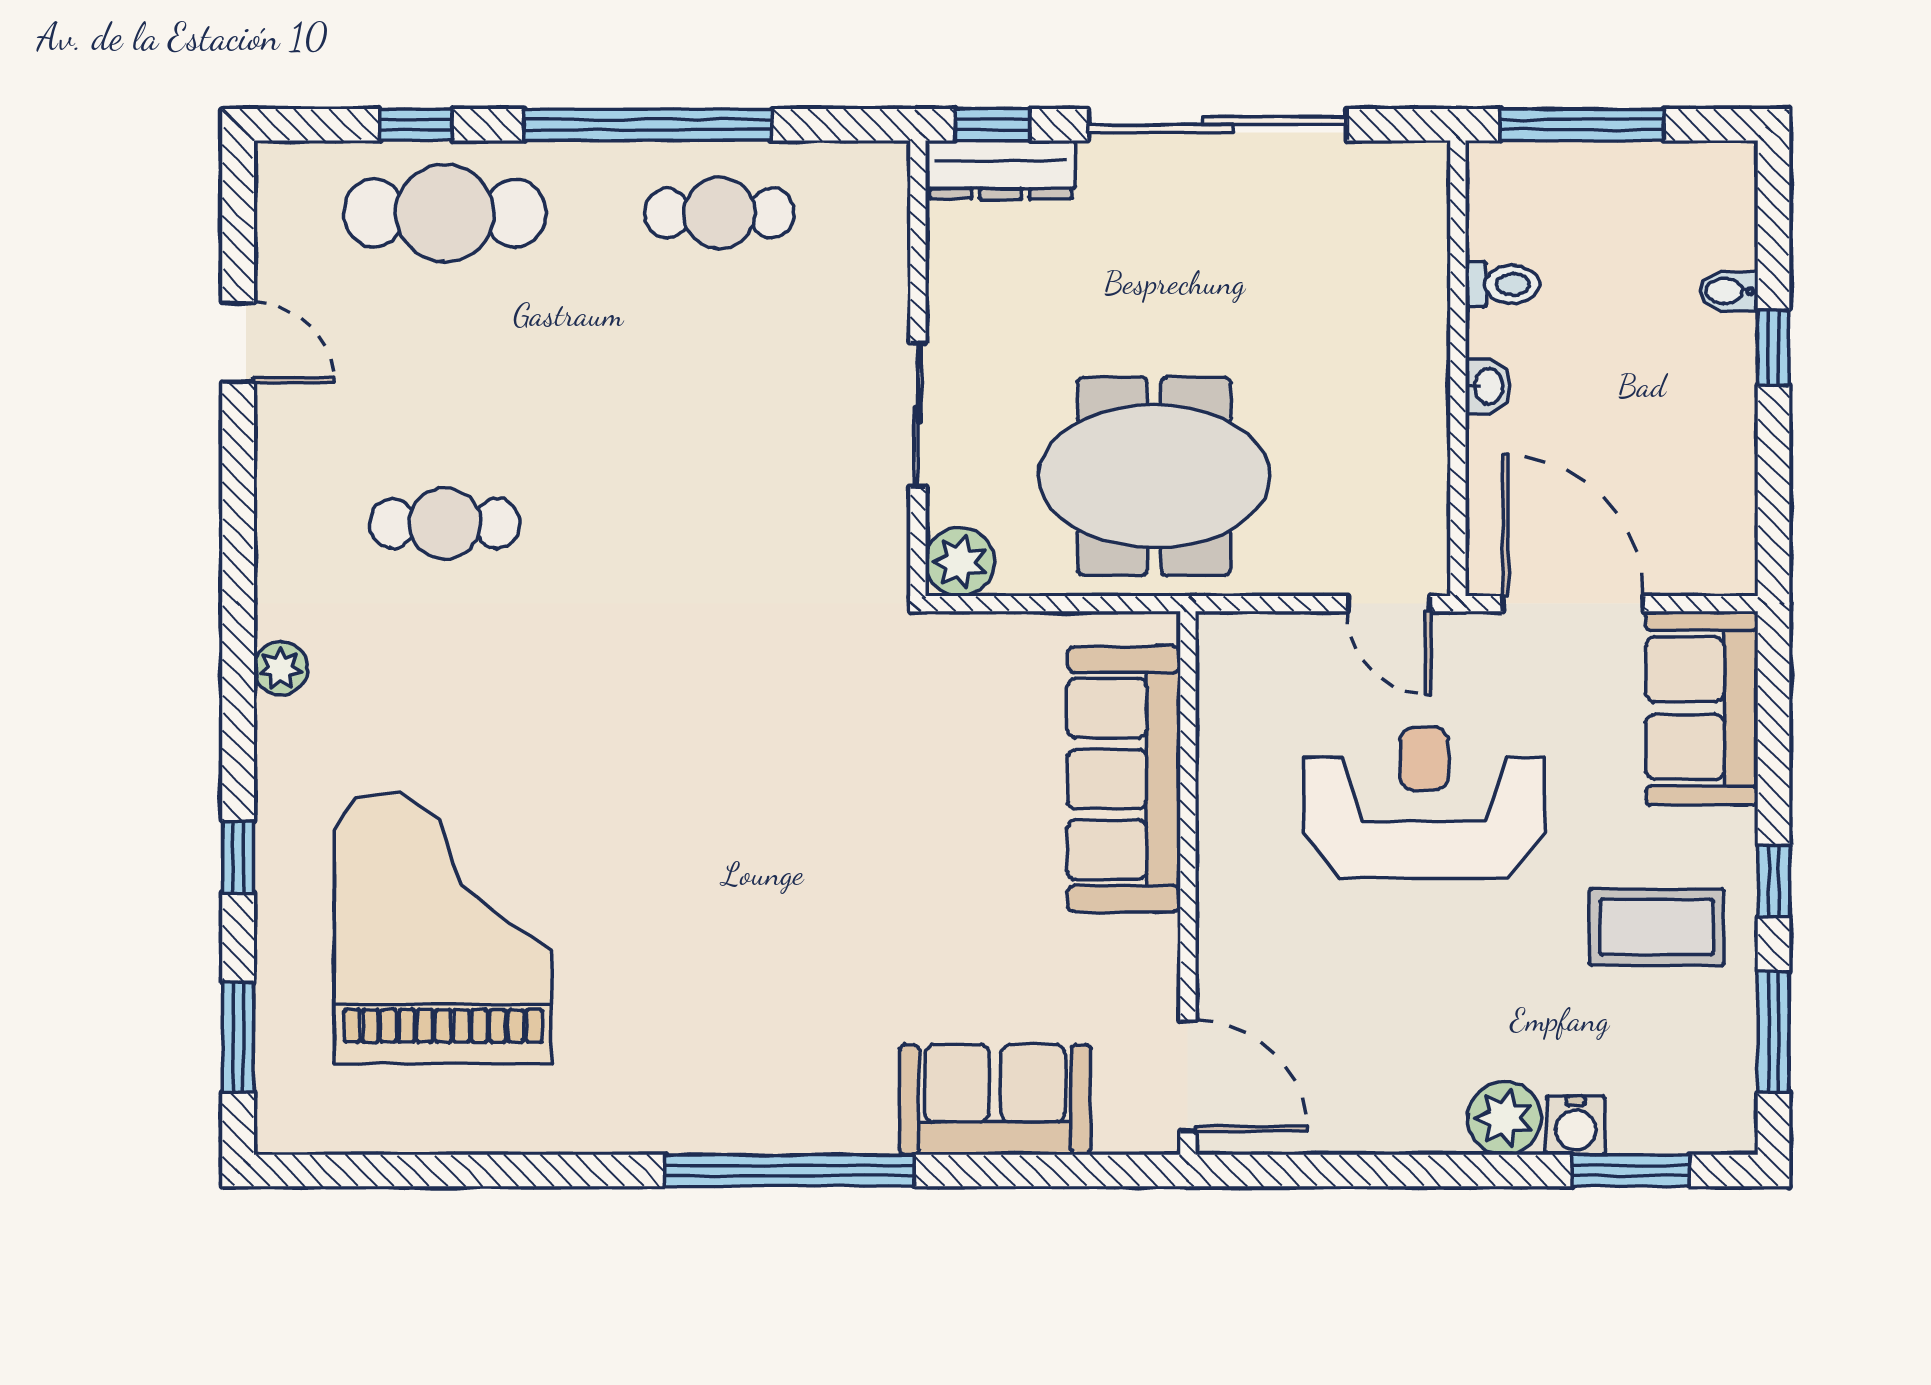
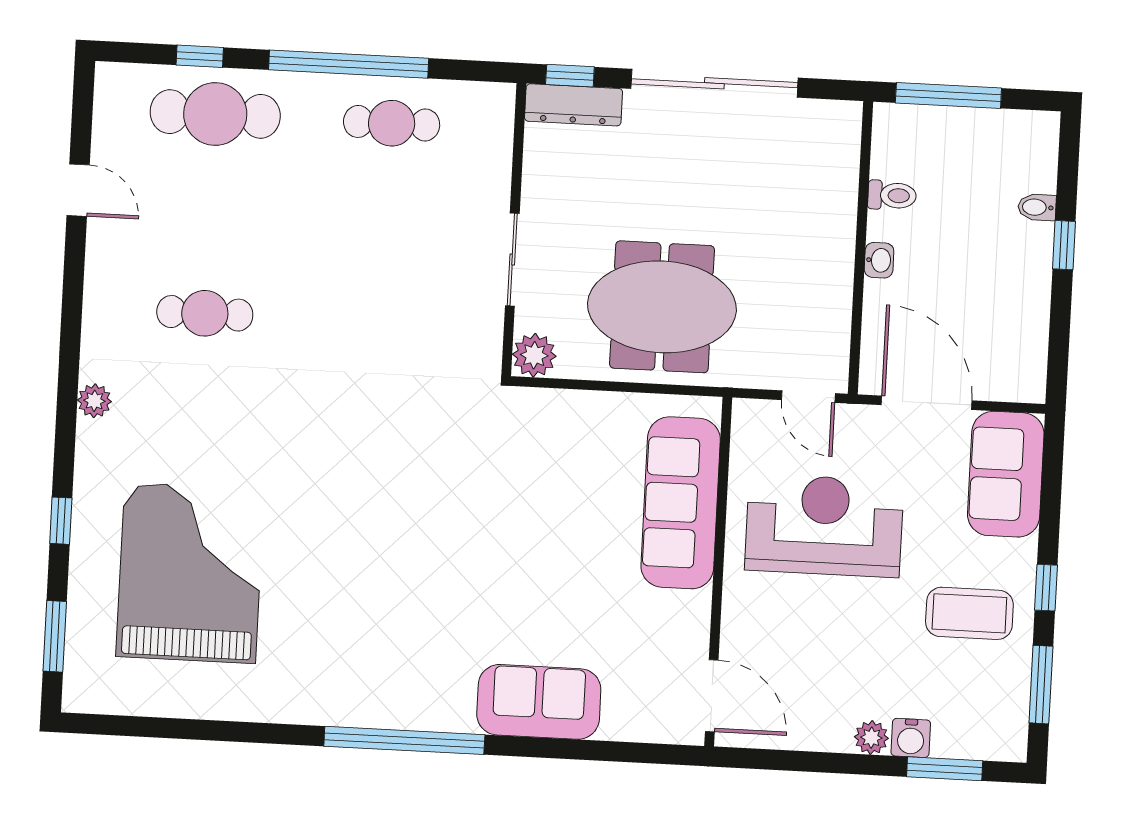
sofa: (1124, 779) -> (681, 503), moved
wall: (1188, 883) -> (718, 572), moved
door: (1188, 1076) -> (712, 696), moved
plant: (1504, 1118) -> (871, 738), width x0.73, depth x0.73

